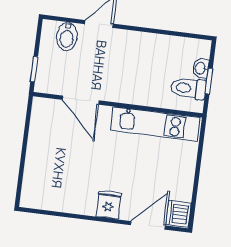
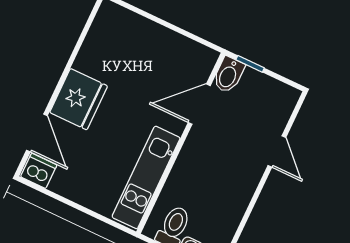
bidet: (67, 36) -> (229, 75), moved, turned -90
fridge: (108, 205) -> (79, 99), width x1.88, depth x1.34

